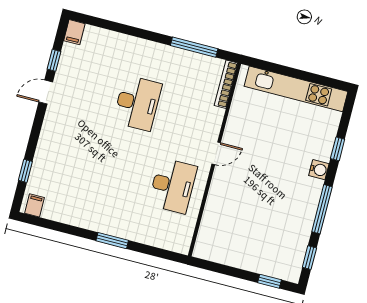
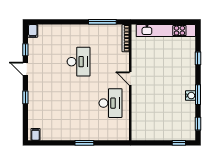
door: (46, 92) -> (25, 69), hinge flipped
door: (216, 153) -> (130, 79), swing flipped
water cooler: (319, 170) -> (190, 96), moved
window: (25, 171) -> (25, 97), moved
window: (322, 209) -> (198, 95), width x0.69

